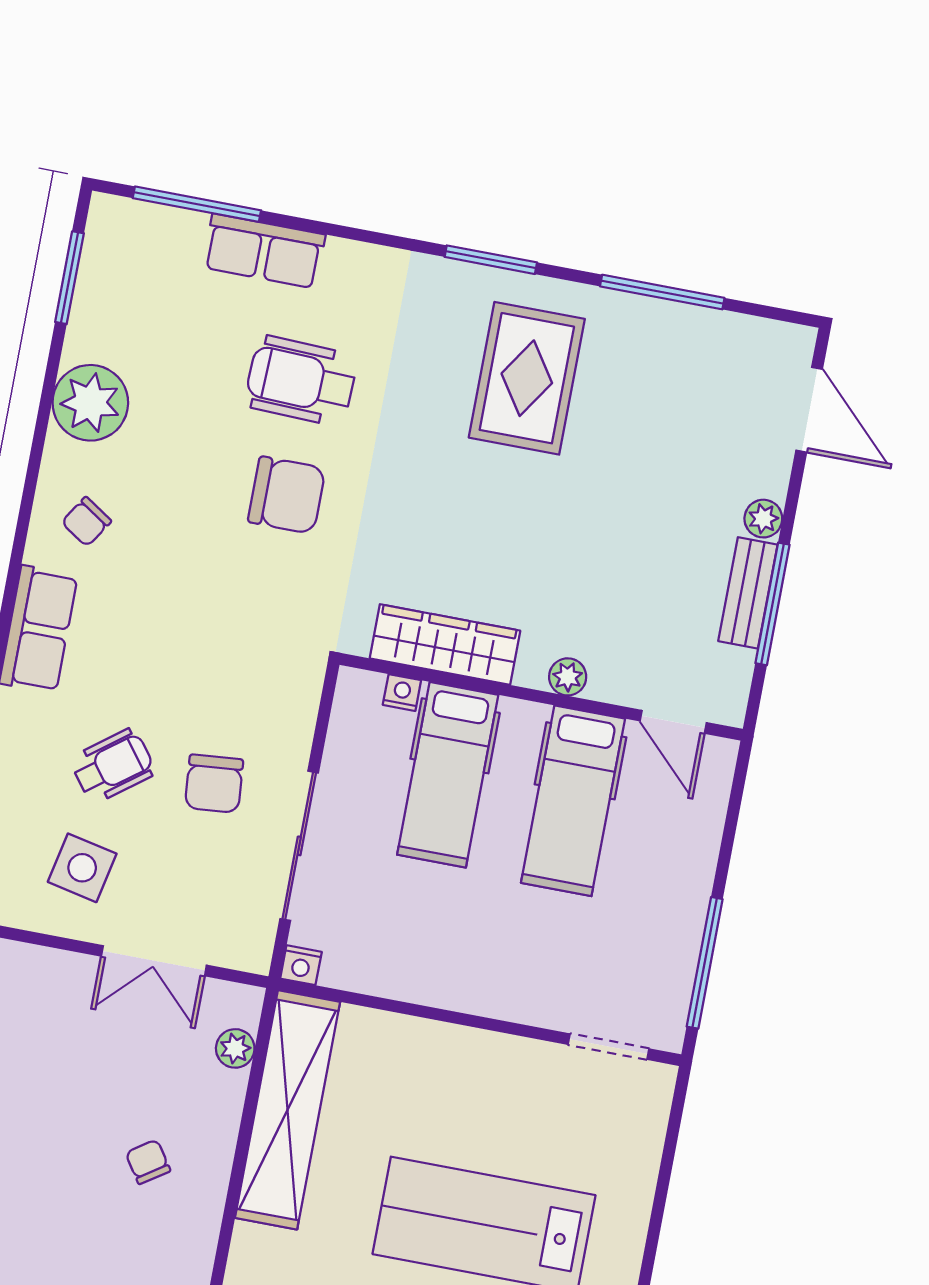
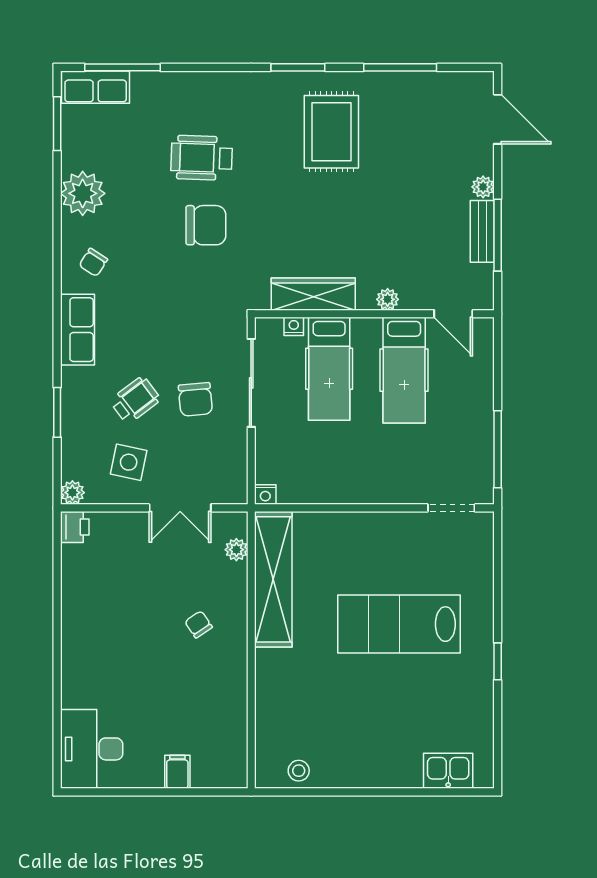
row of seats: (264, 251) -> (96, 87), moved
sliding door: (299, 846) -> (251, 383), moved

